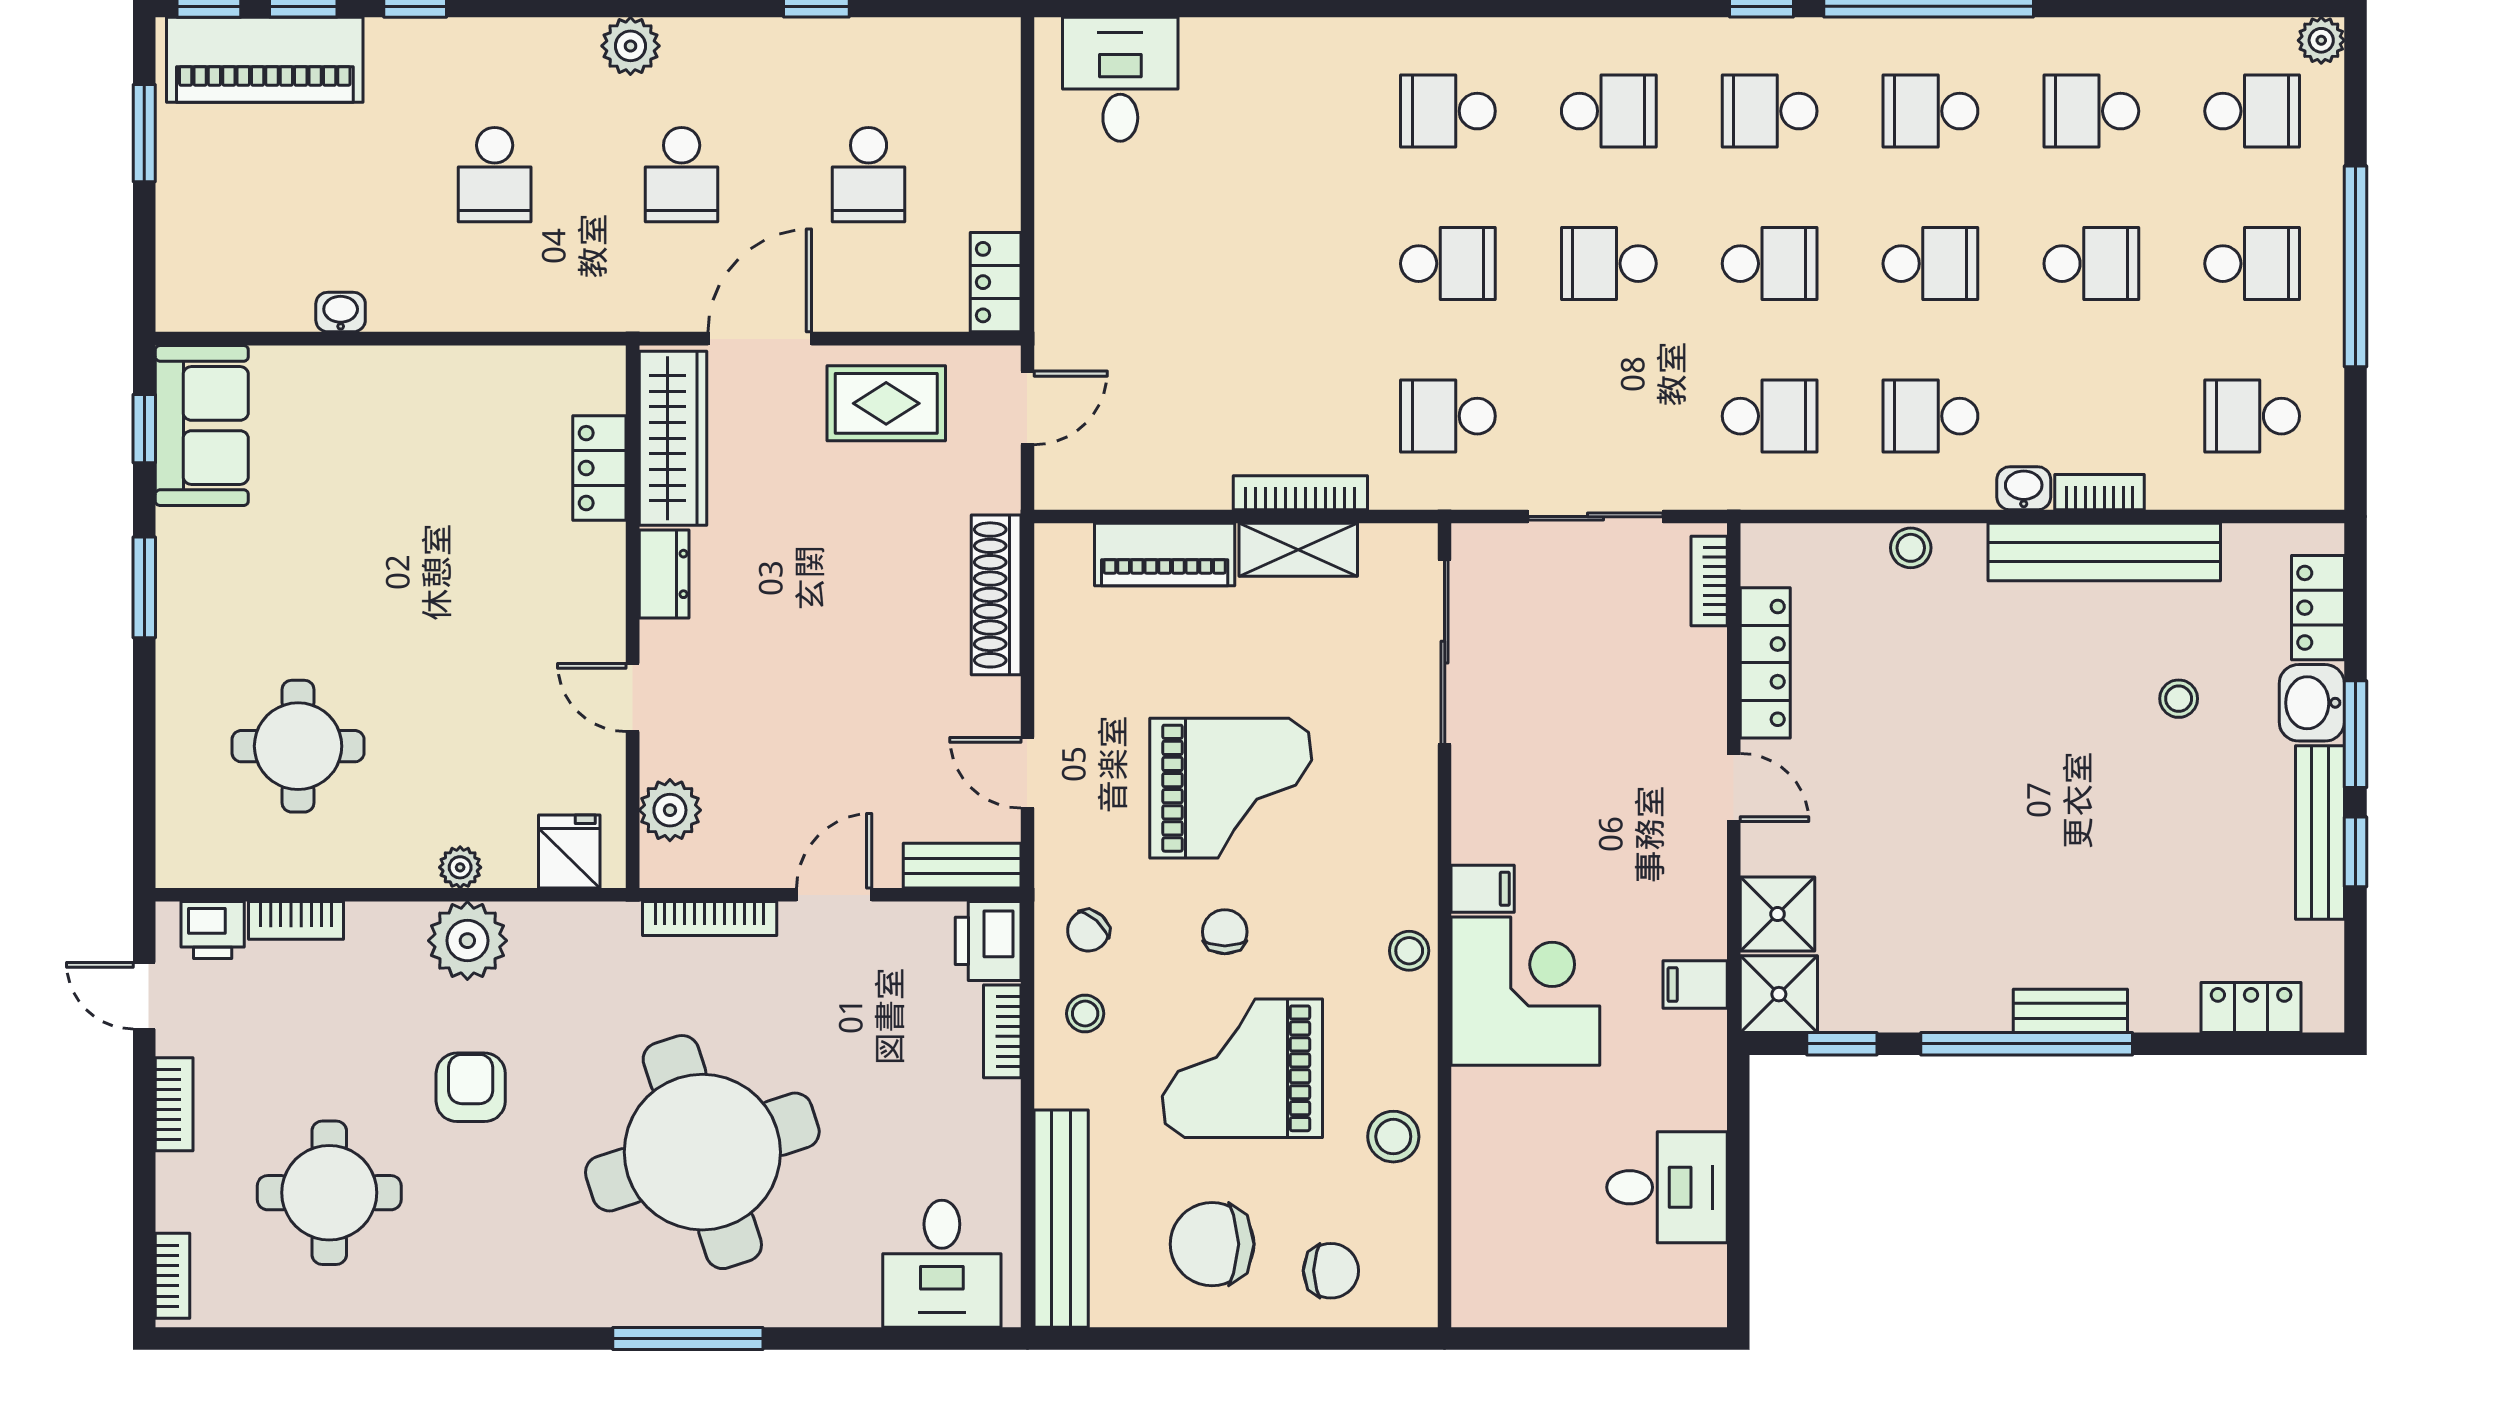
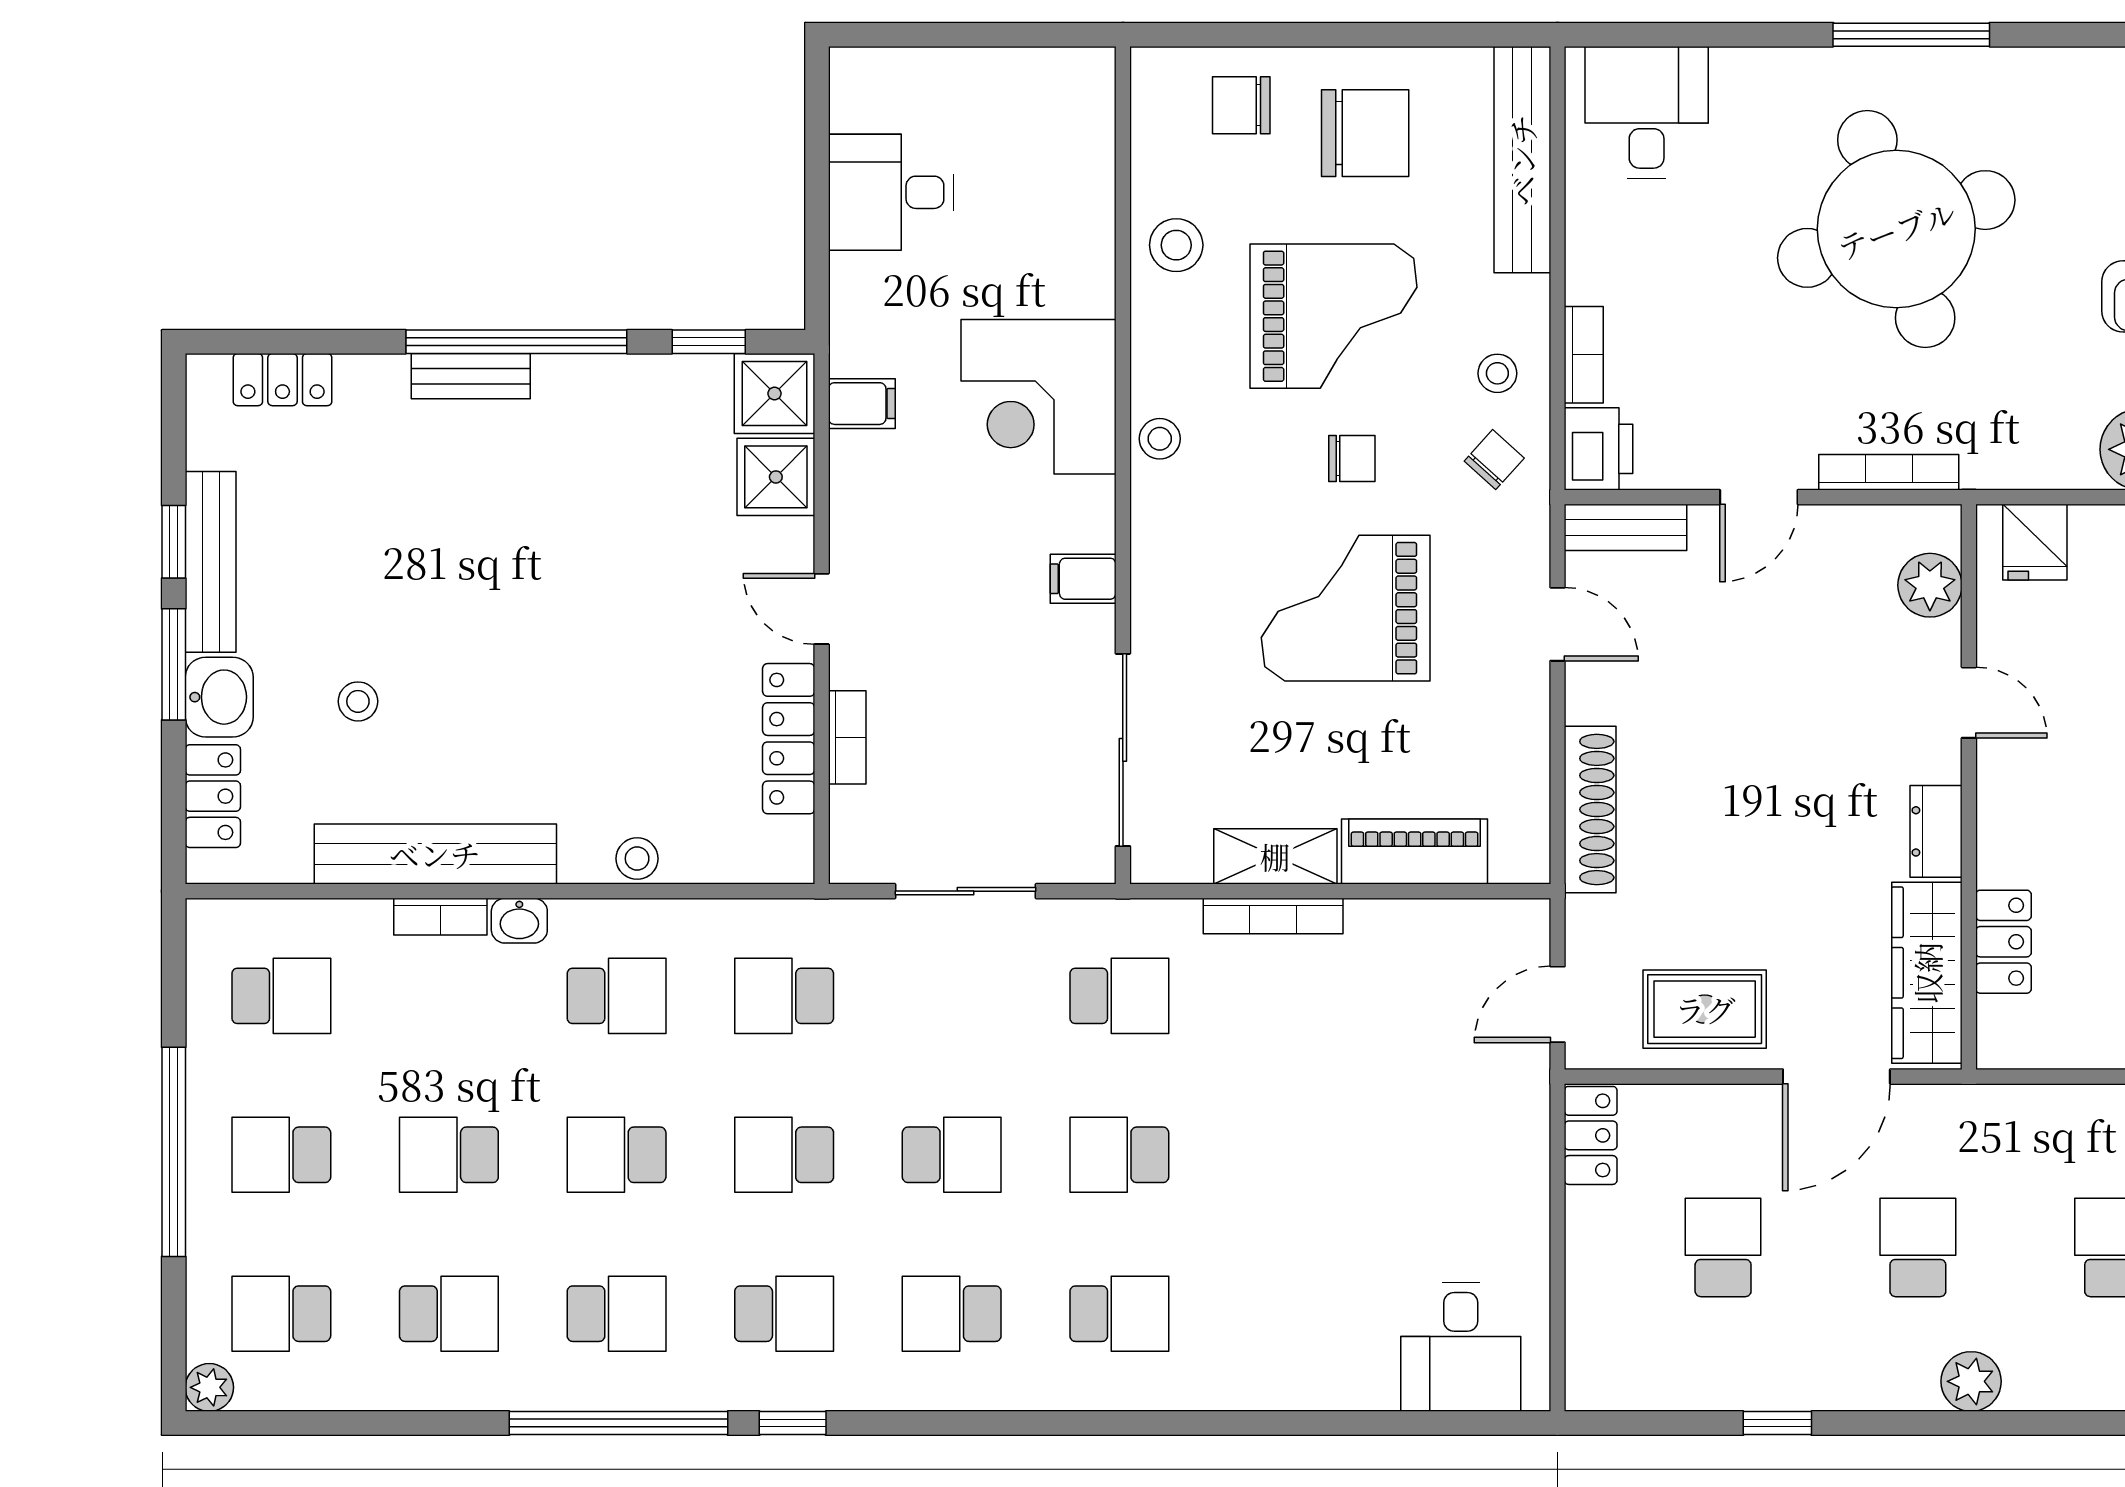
bookcase: (1709, 581) -> (847, 737), moved
filing cabinet: (1483, 889) -> (1083, 579), moved
chair: (1225, 932) -> (1352, 458), turned -90

